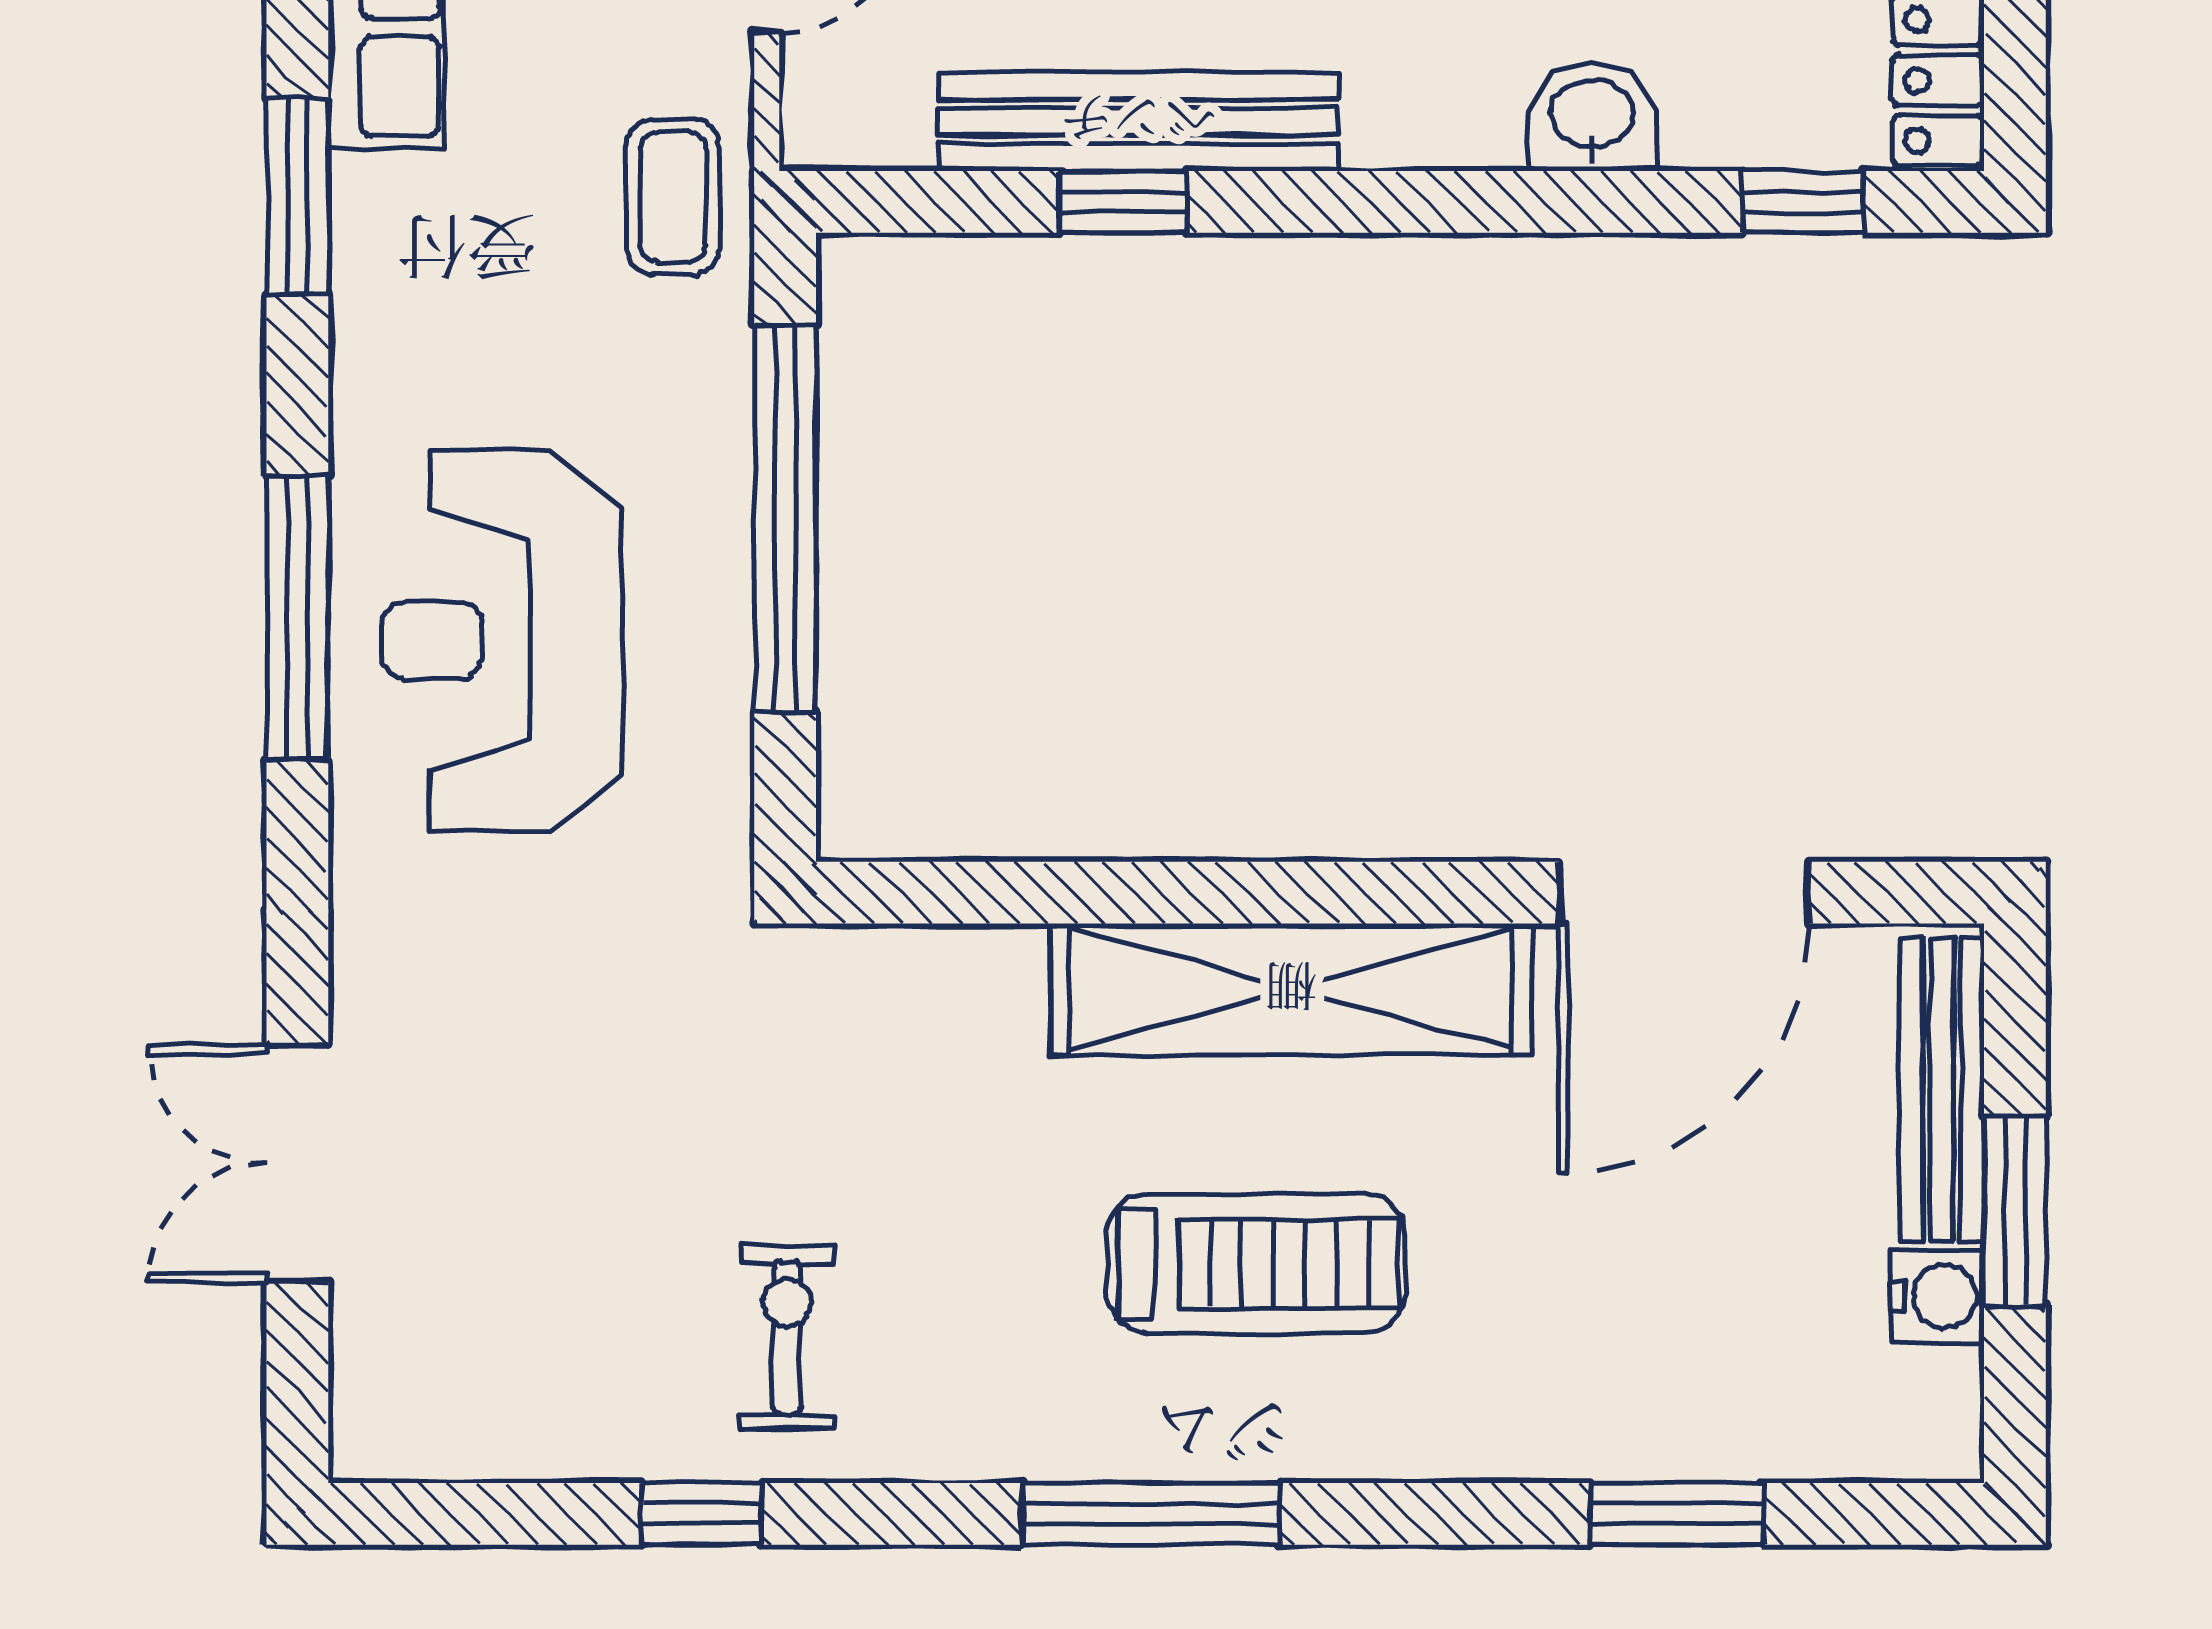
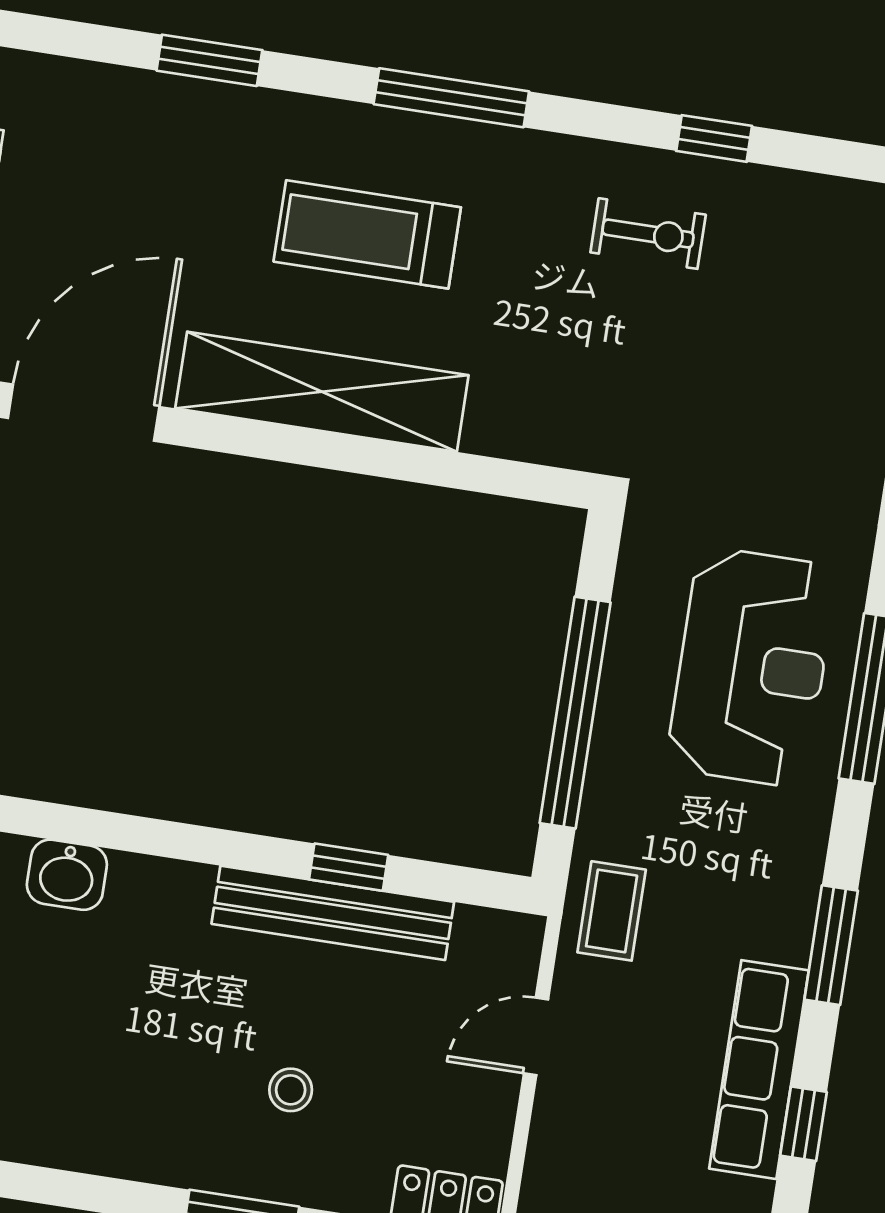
exercise bike: (787, 1338) -> (648, 234), turned -90
window: (1677, 1514) -> (209, 60), moved

